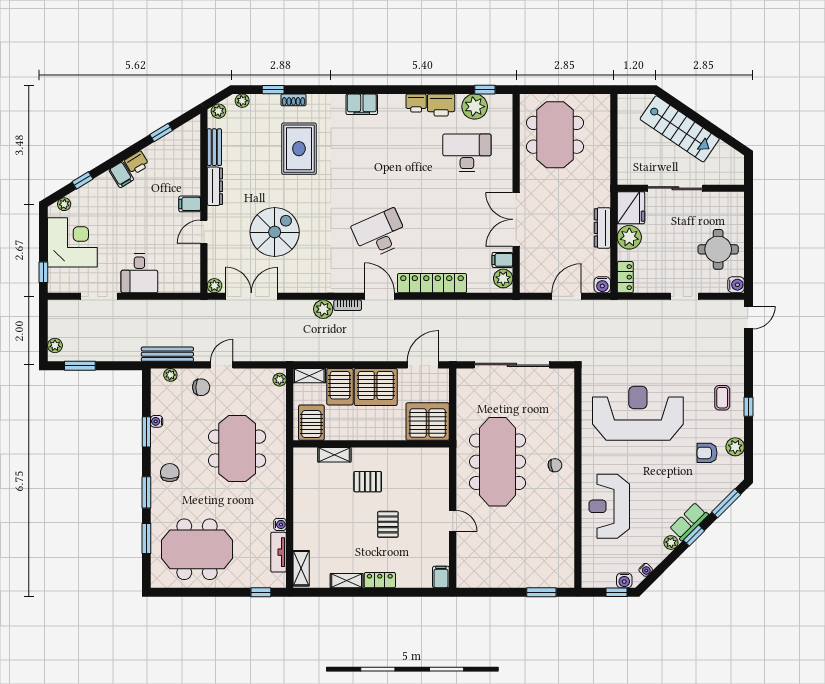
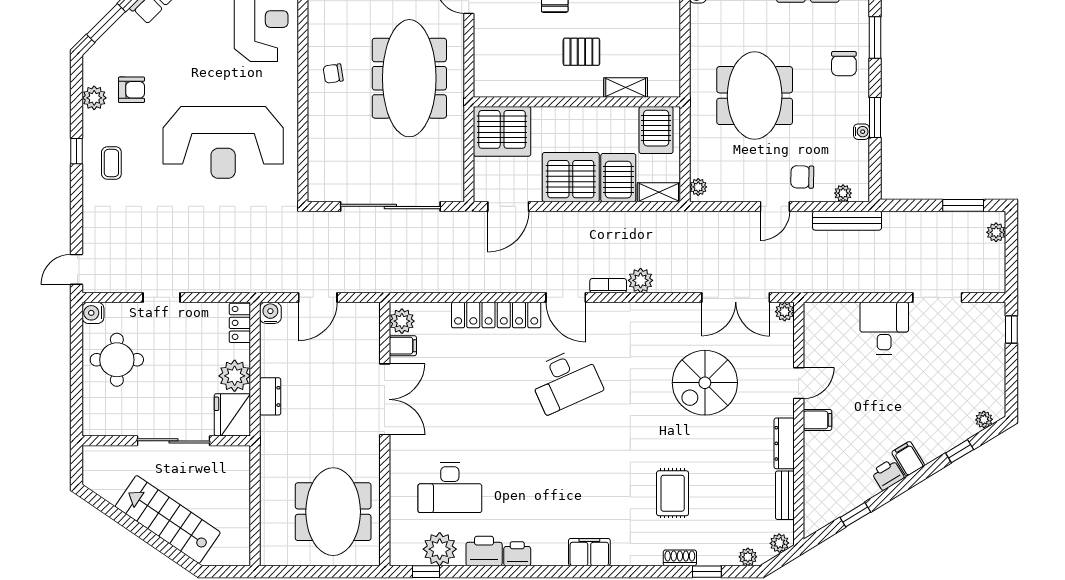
rug: (299, 149) -> (673, 493), width x0.73, depth x0.70
dresser: (602, 228) -> (270, 396), width x0.70
corner desk: (72, 242) -> (973, 369), removed

